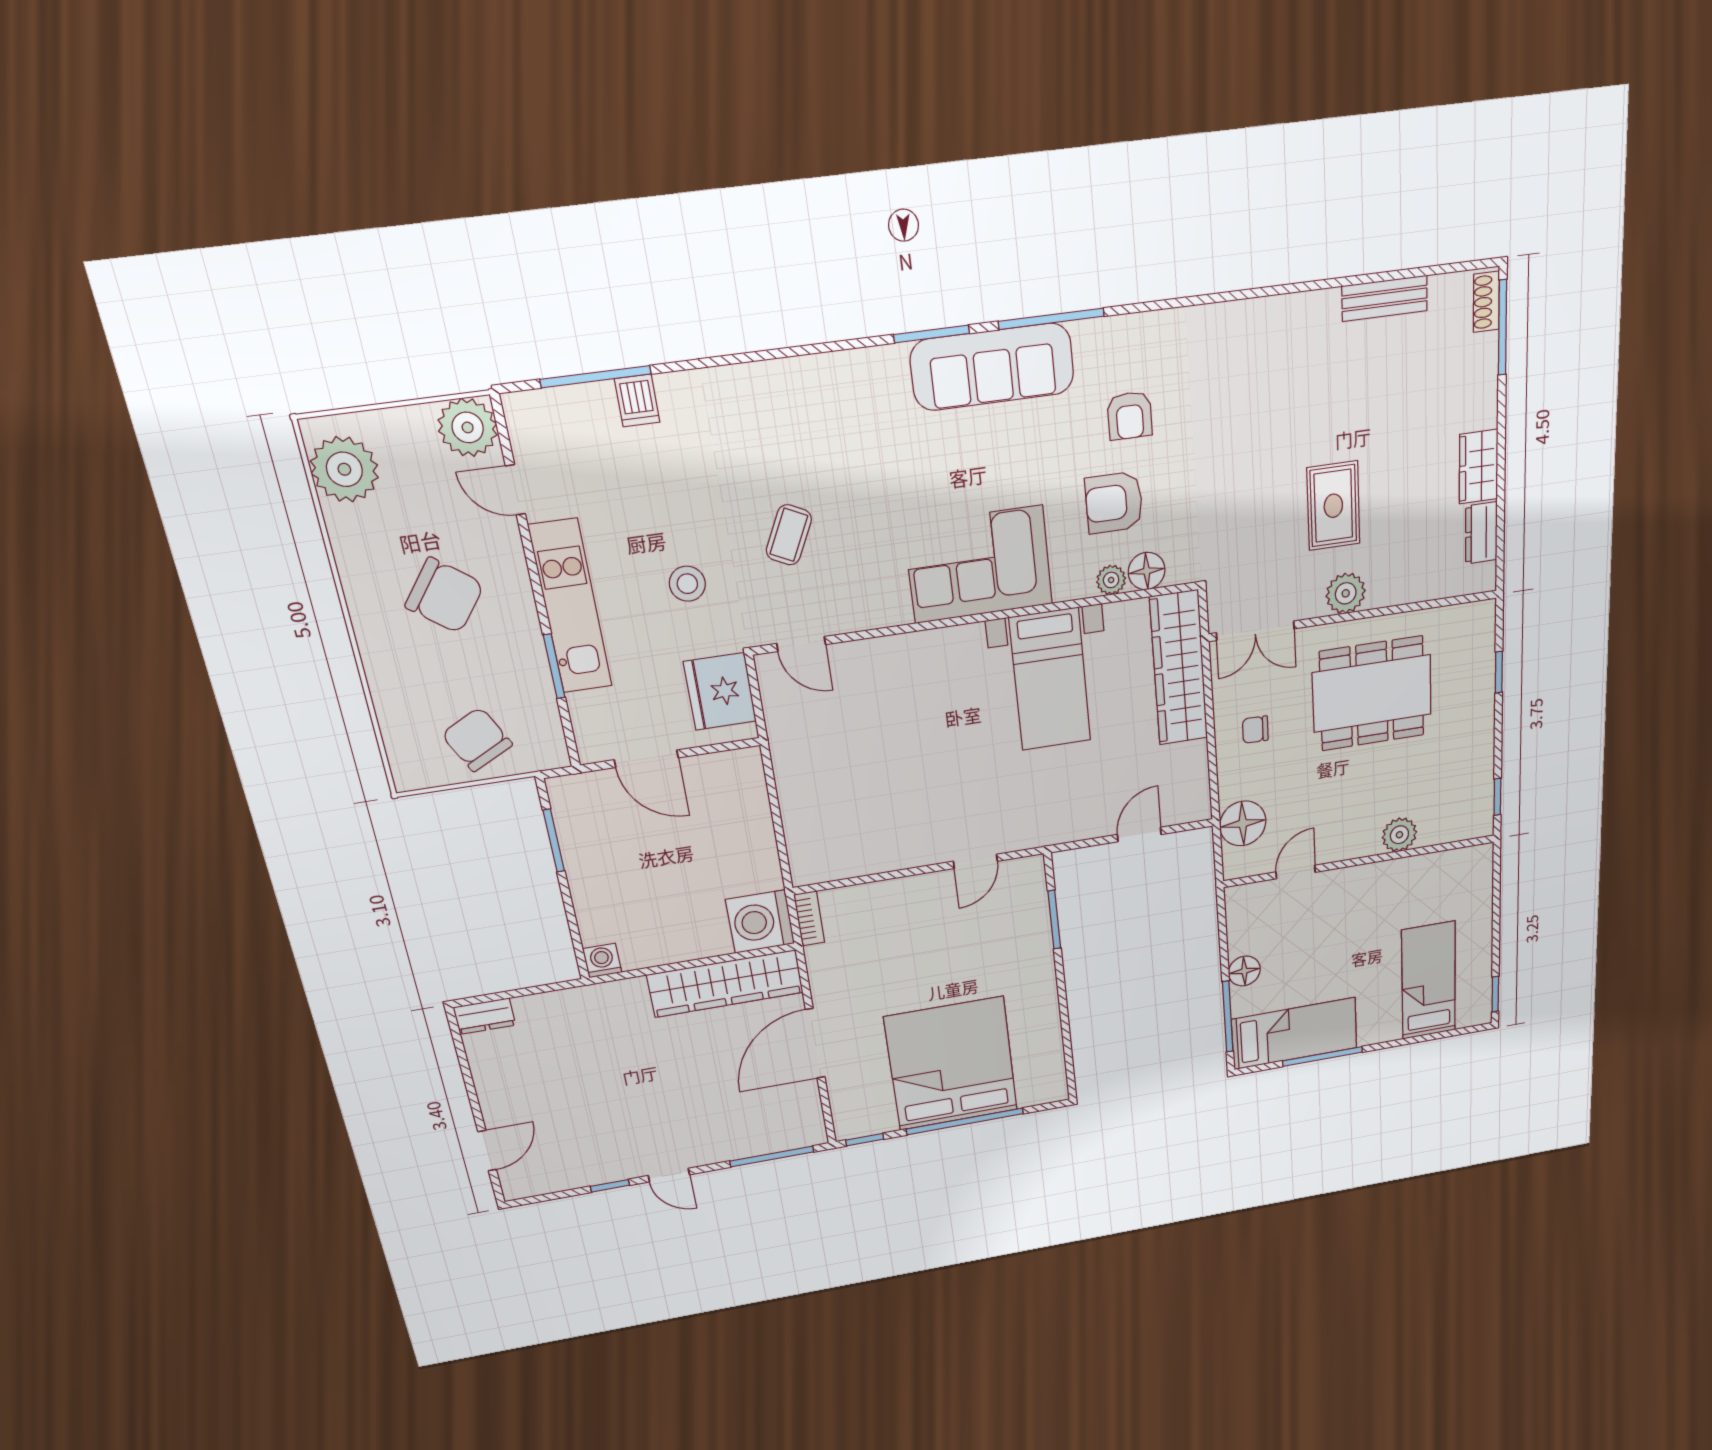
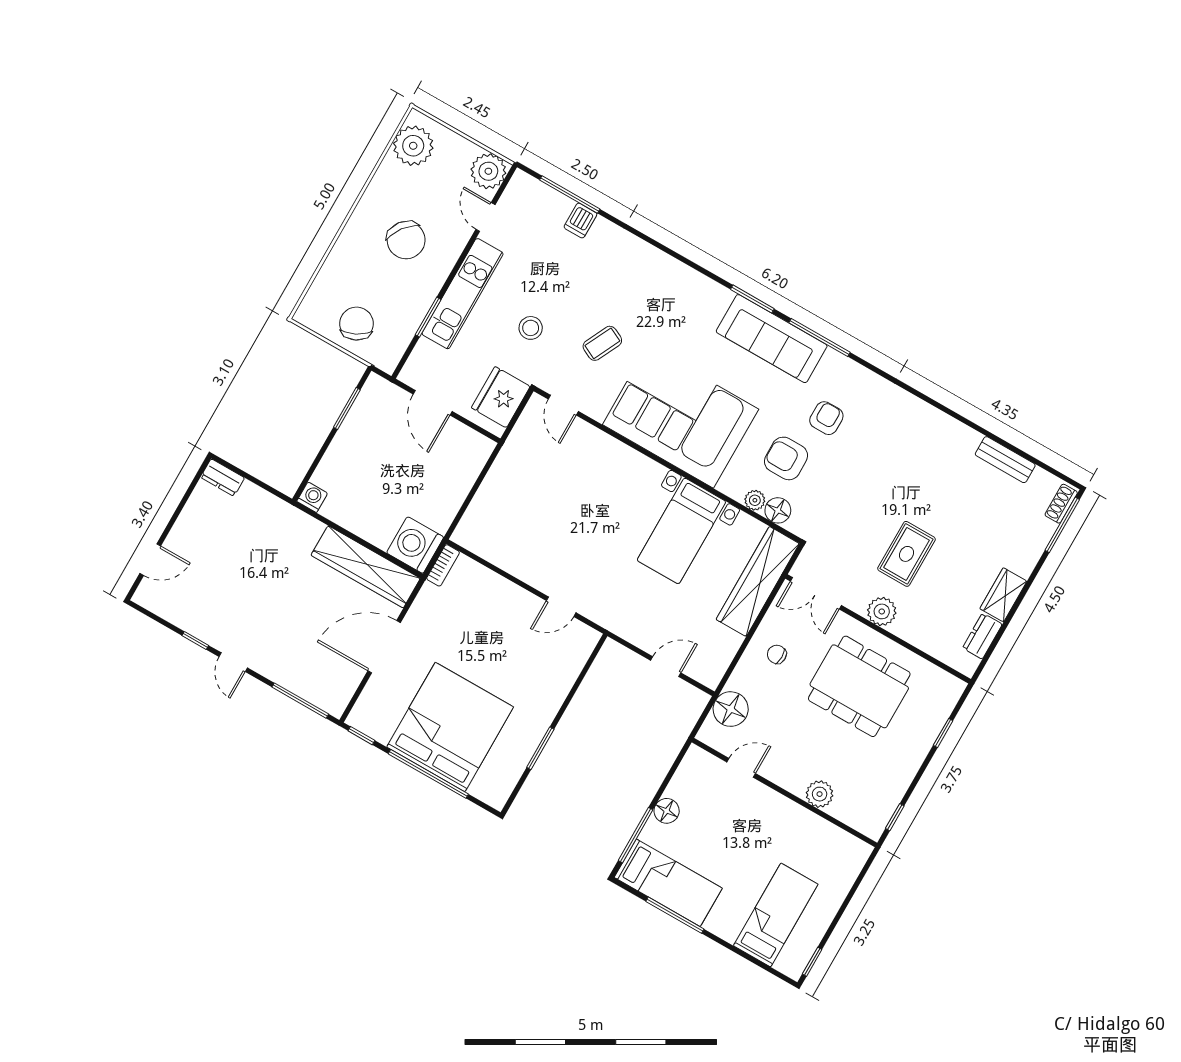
armchair: (1130, 416) -> (826, 418), turned 180
corner sofa: (979, 565) -> (681, 417), width x1.36, depth x1.36
window: (1054, 920) -> (540, 748), moved

